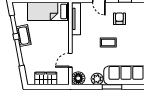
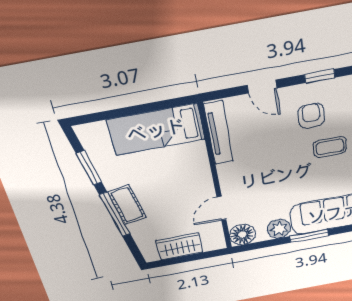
cot: (24, 36) -> (127, 205), moved
coffee table: (108, 43) -> (330, 147), moved

